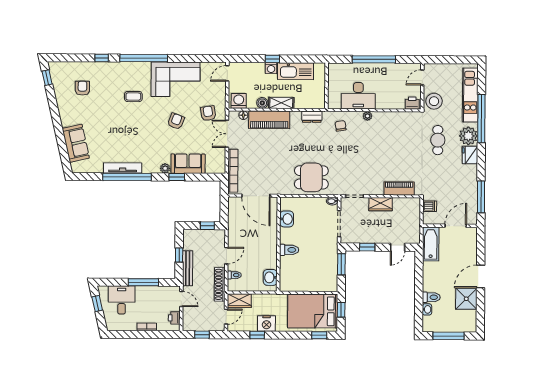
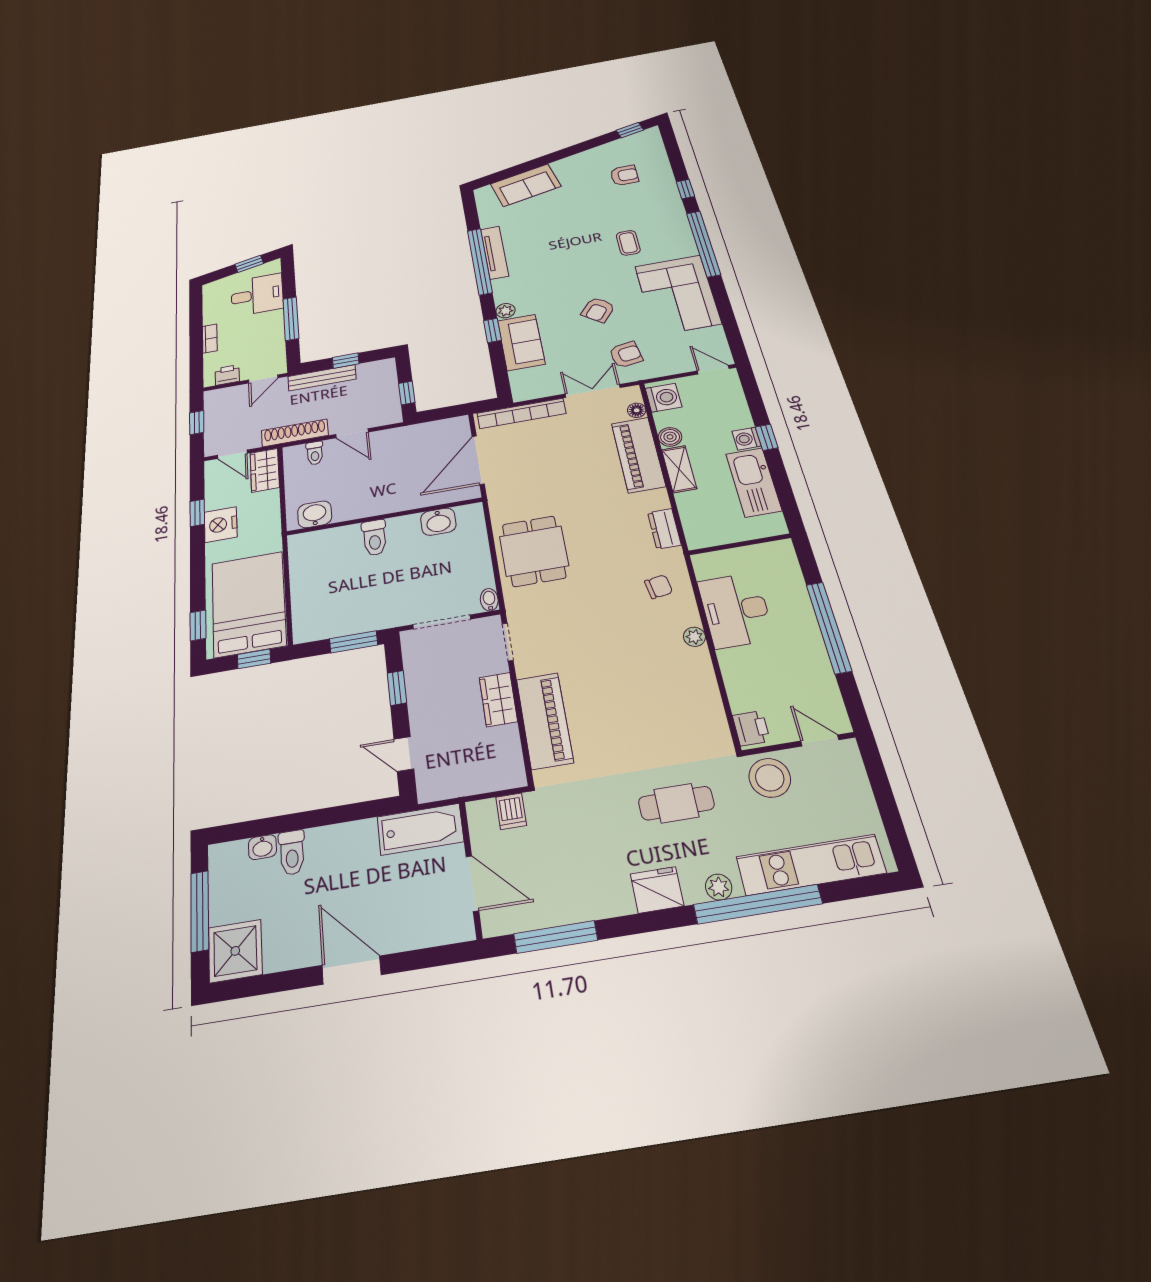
armchair: (176, 121) -> (598, 310), turned 107
plant: (468, 136) -> (719, 887), width x0.53, depth x0.53
piano: (399, 188) -> (545, 721), width x1.37, depth x1.33
shower: (466, 299) -> (235, 951), moved

